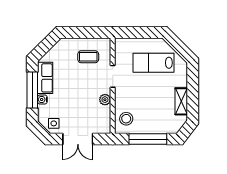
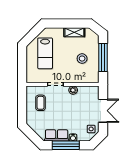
stool: (126, 119) -> (82, 59), moved

